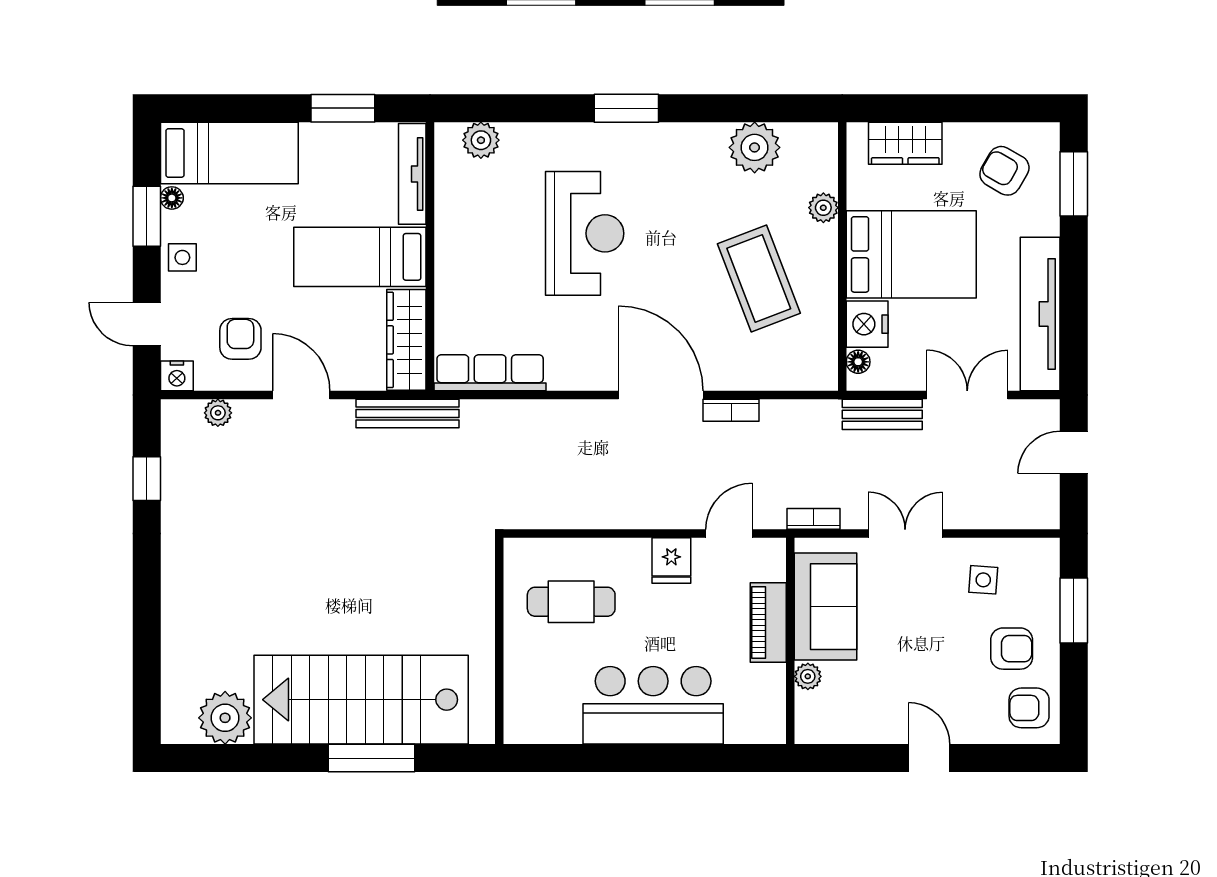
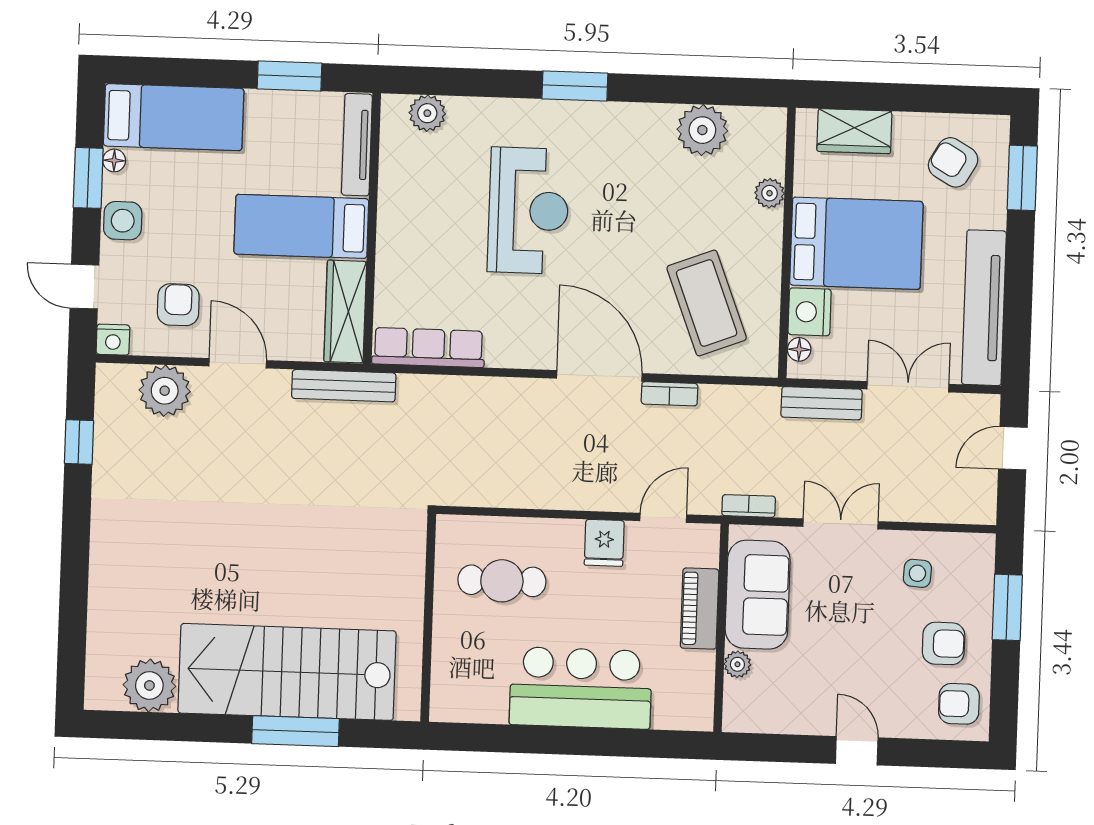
side table: (182, 257) -> (123, 221), width x1.37, depth x1.37
coffee table: (759, 279) -> (707, 303), moved
plant: (218, 413) -> (165, 391), width x1.87, depth x1.87

